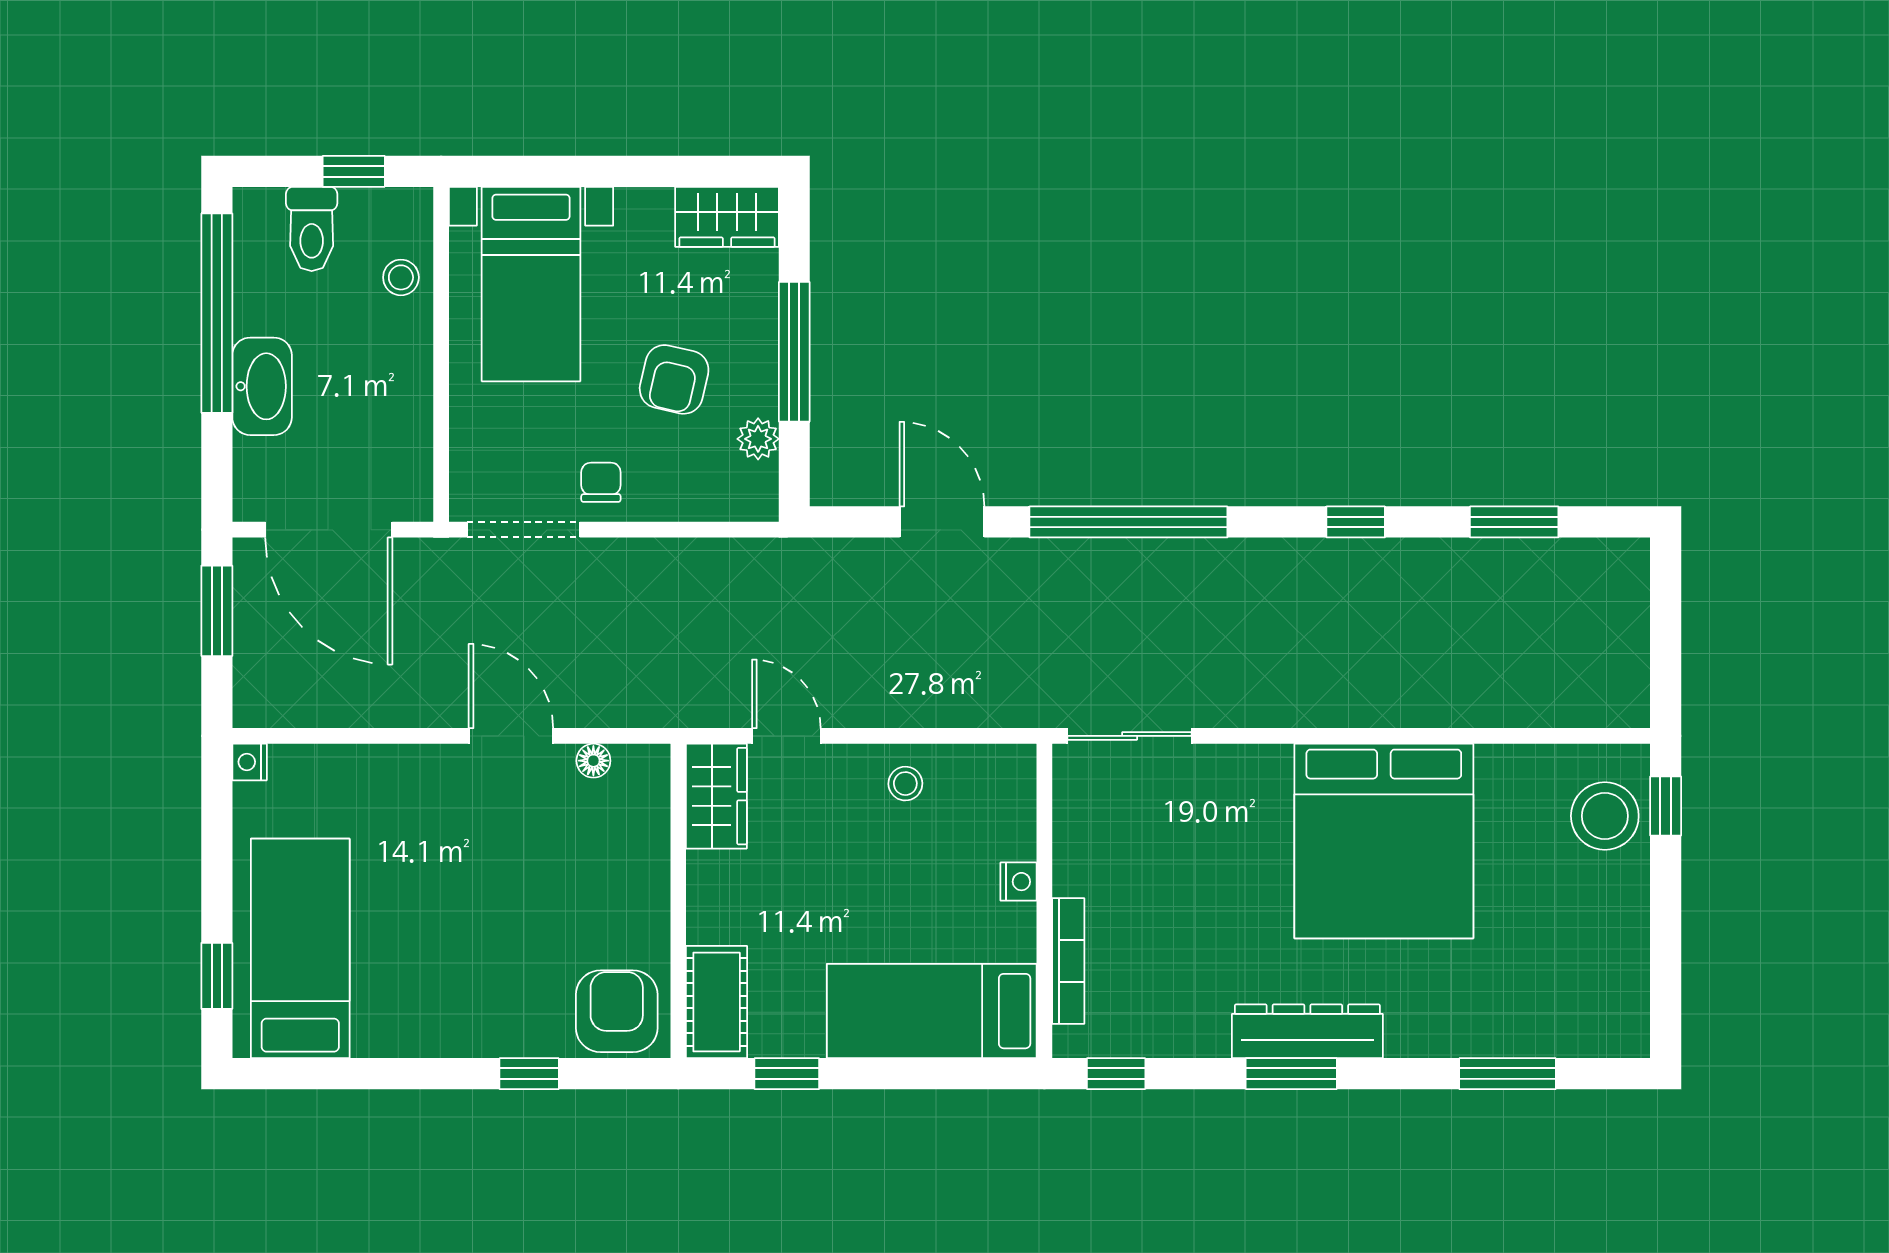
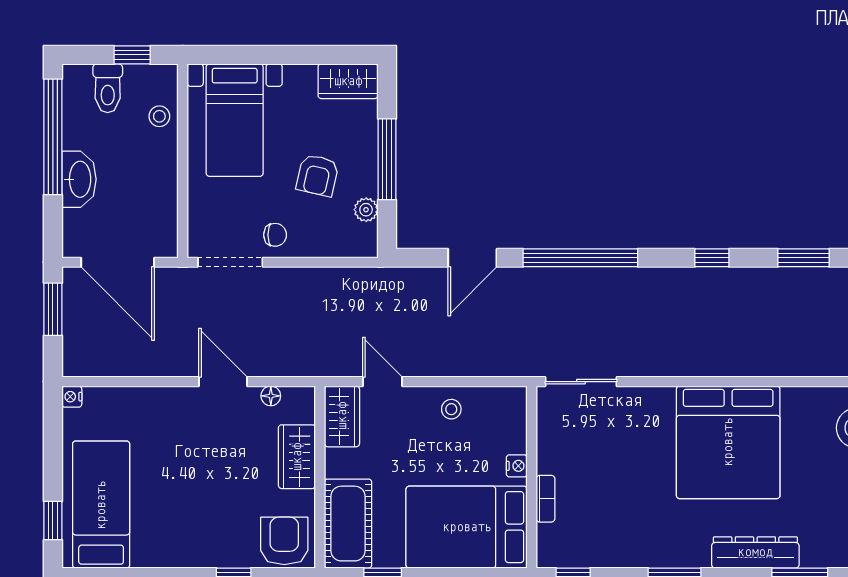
chair: (601, 482) -> (275, 235), turned 90
door: (942, 522) -> (472, 258), swing flipped
wardrobe: (639, 866) -> (297, 457), added
bookcase: (1068, 961) -> (545, 499), width x0.64
cot: (717, 1002) -> (348, 524), width x1.37, depth x1.34
bed: (932, 1011) -> (467, 527), width x1.50
dresser: (1307, 1031) -> (755, 552), moved

